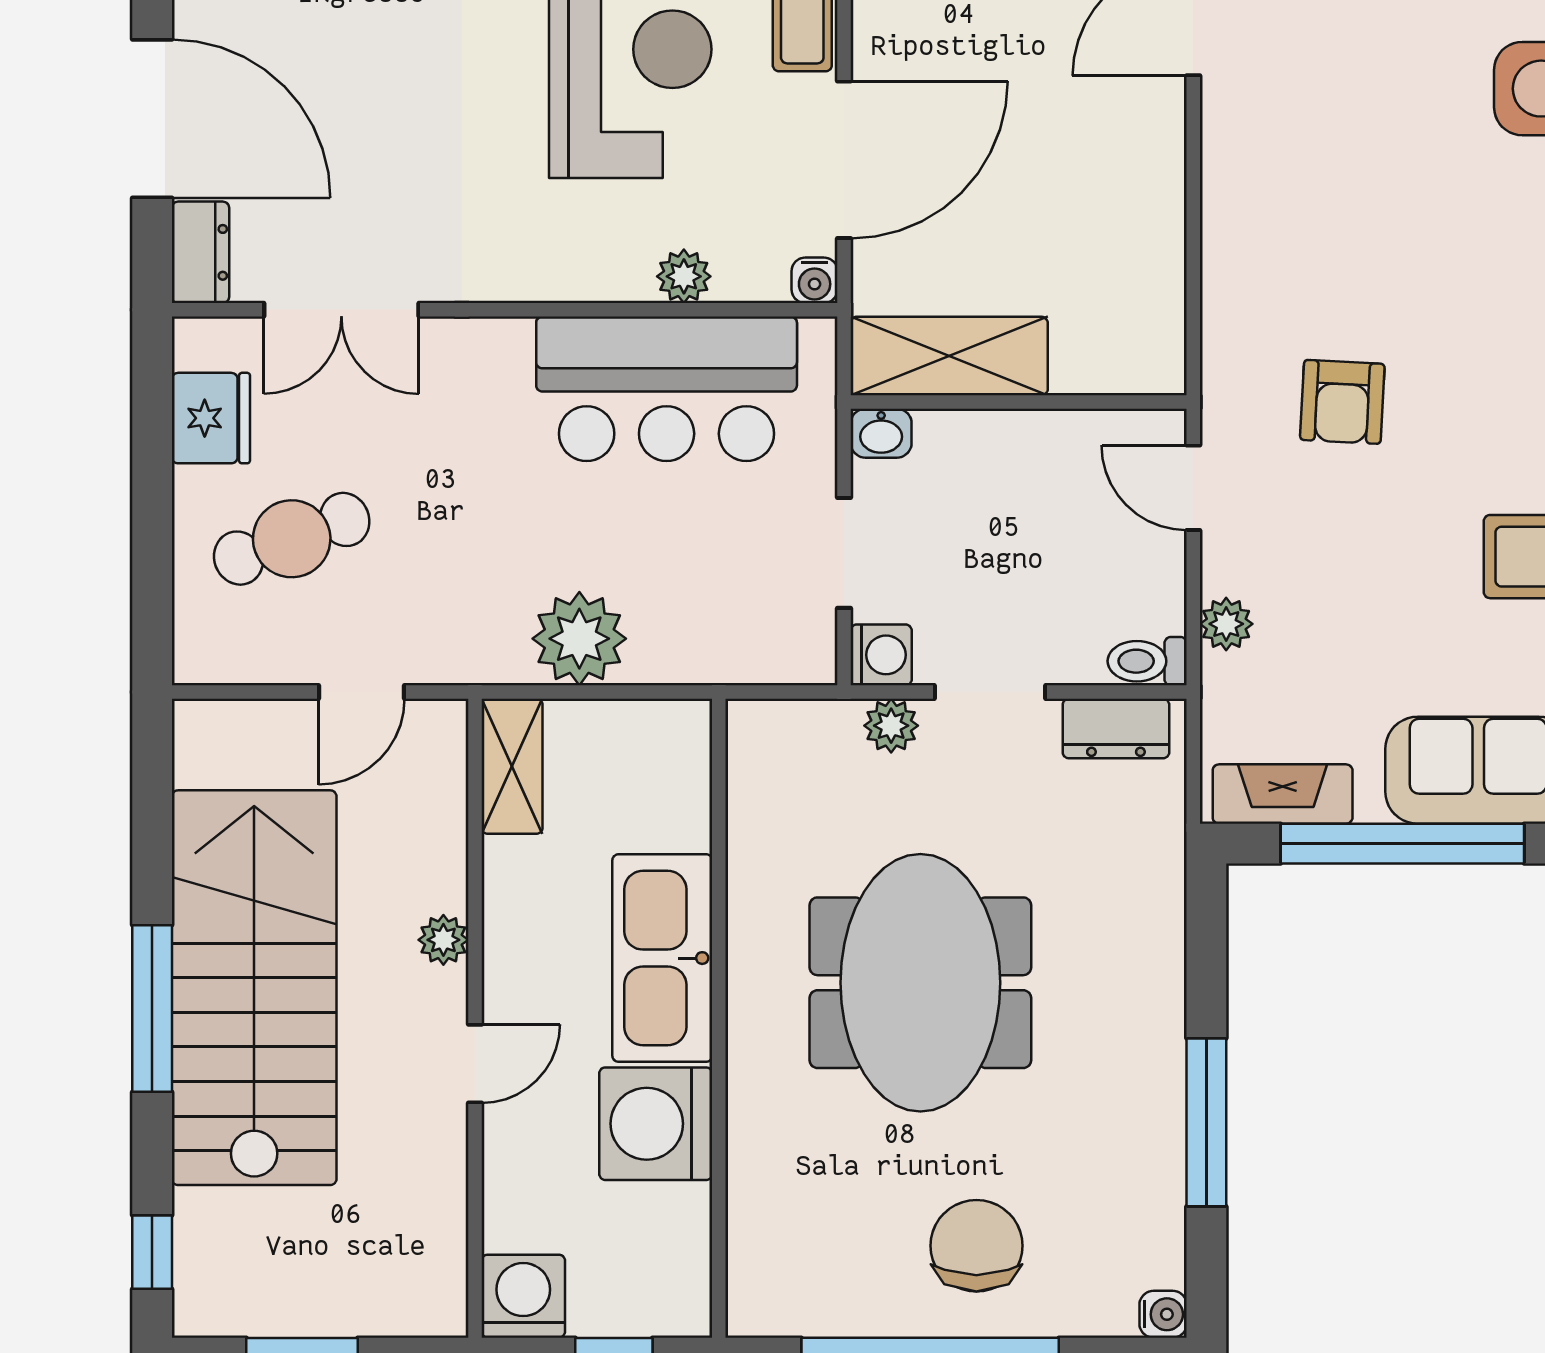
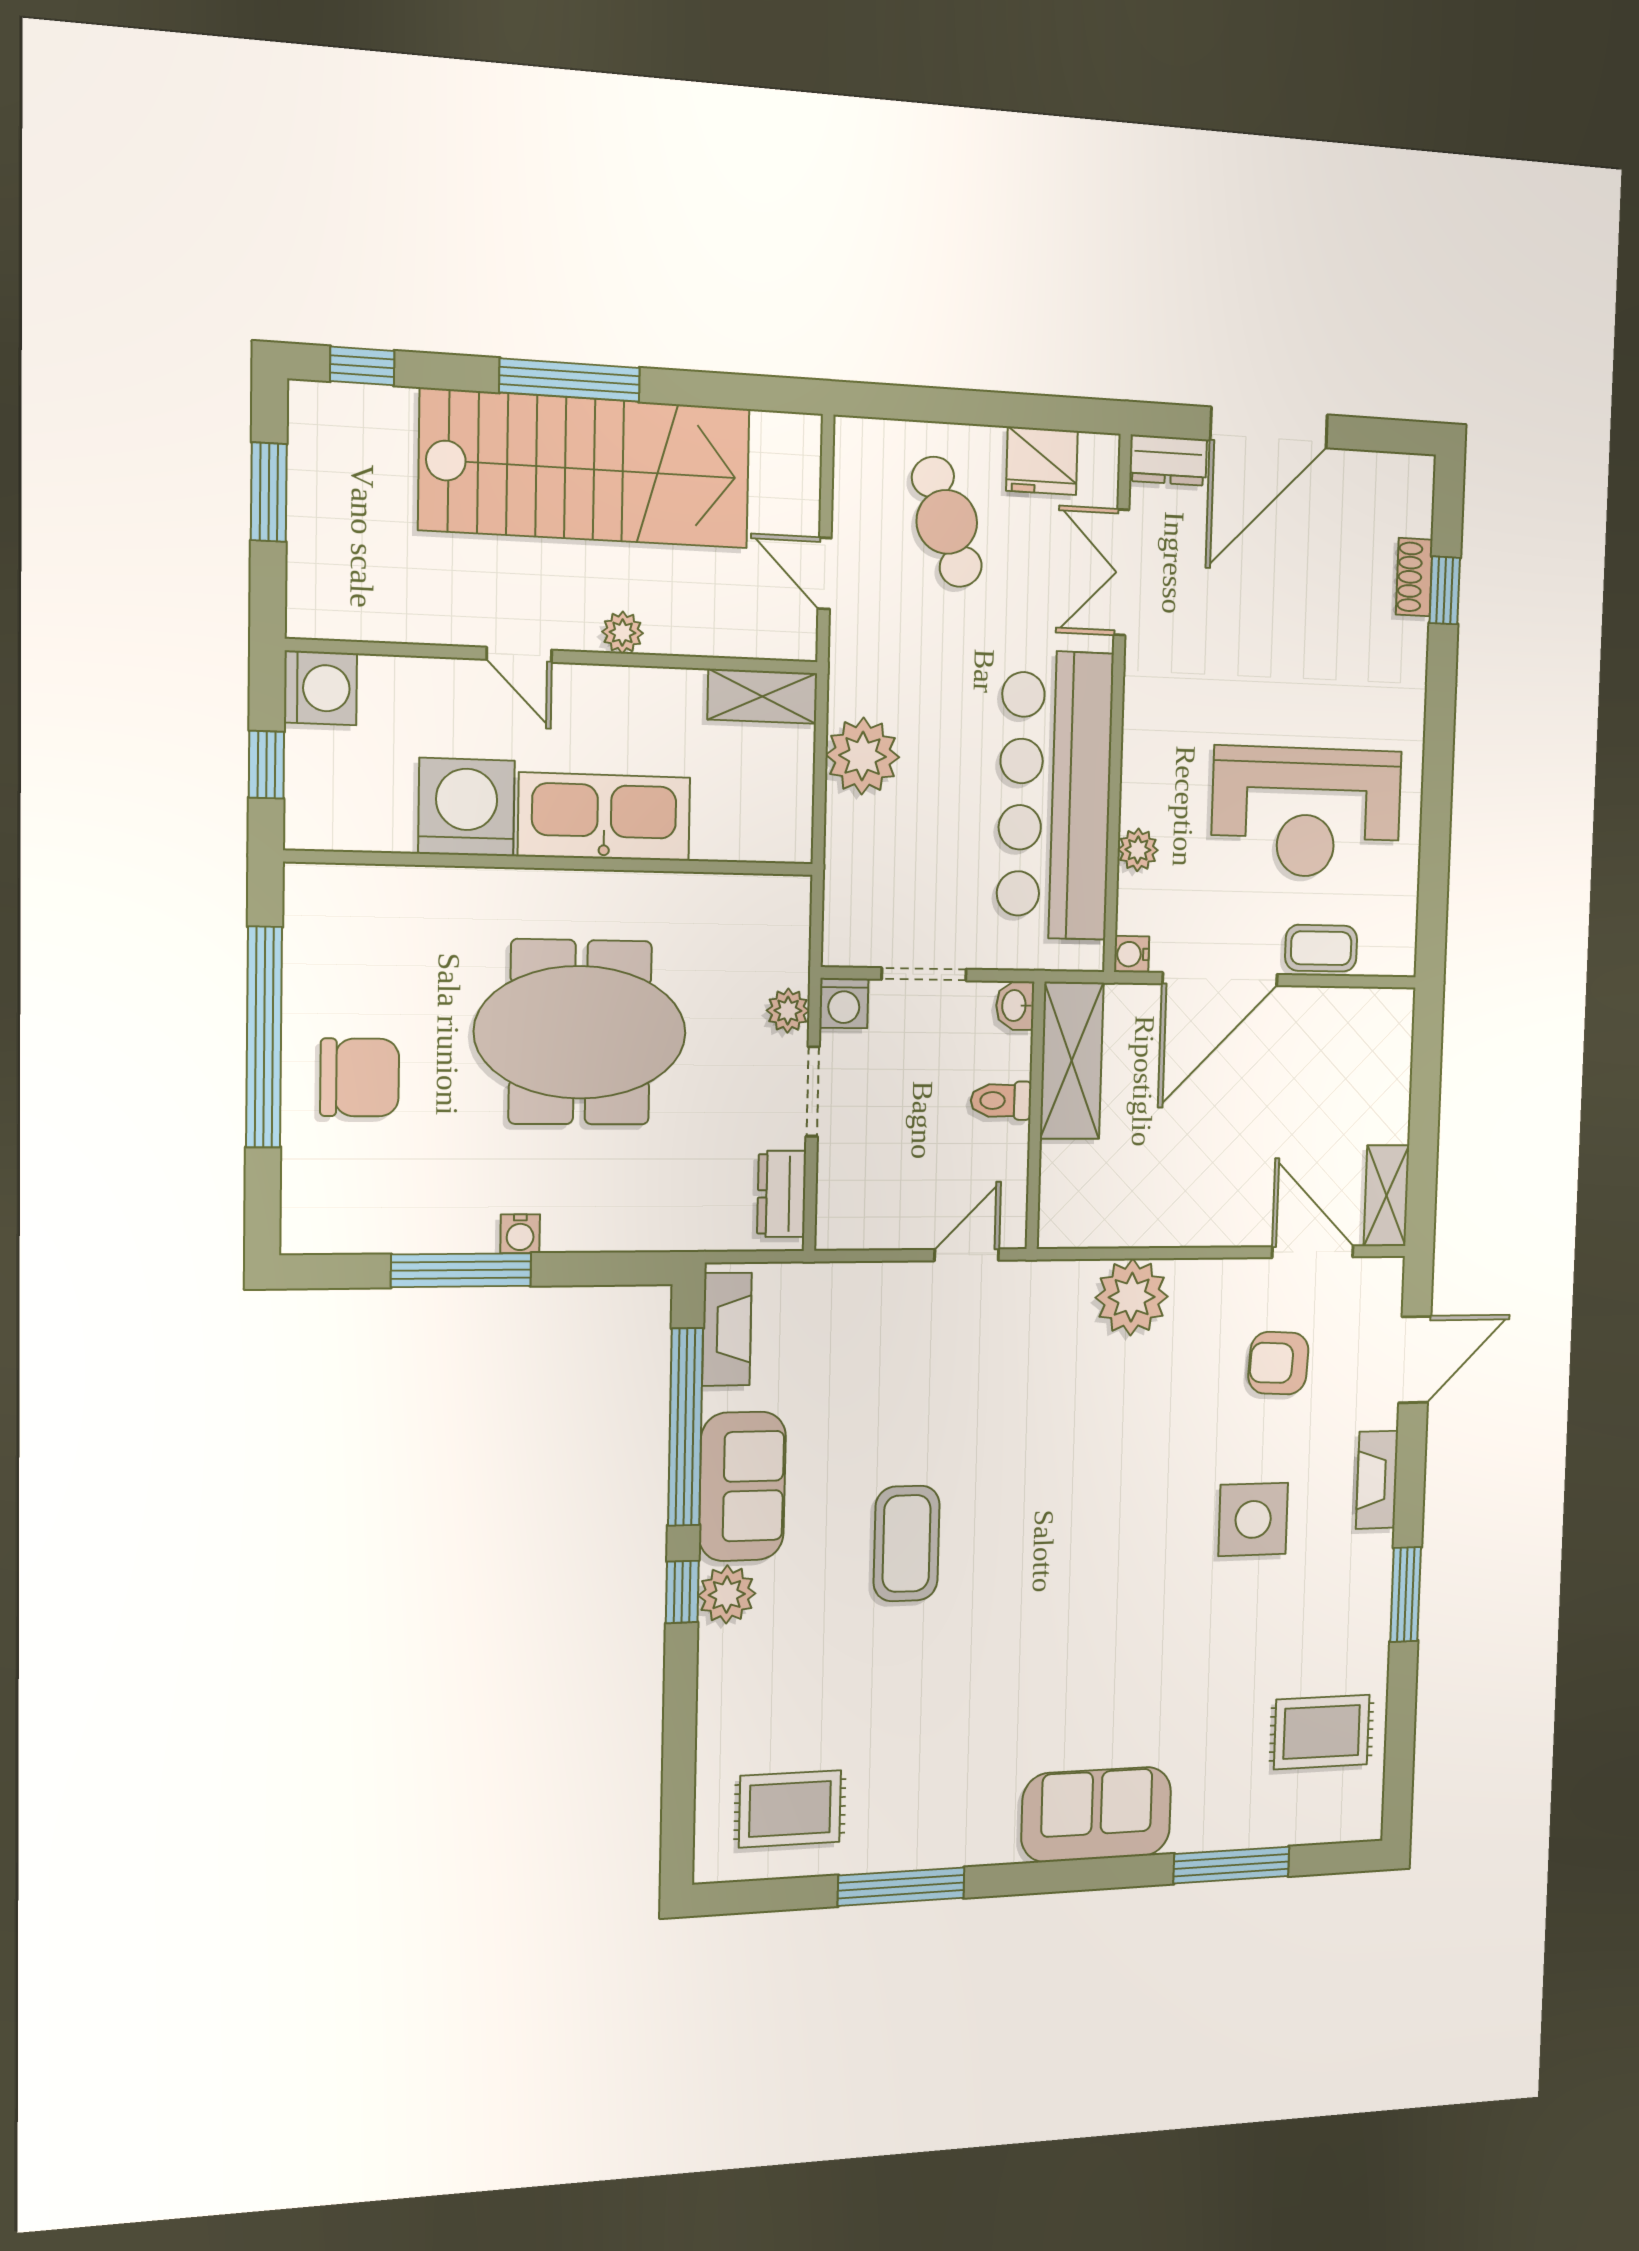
door: (844, 160) -> (1220, 979), hinge flipped
bar counter: (667, 389) -> (1055, 795), width x1.36
armchair: (1342, 402) -> (1278, 1363), moved
plant: (1226, 624) -> (1132, 1297), moved, width x1.87, depth x1.87
toilet: (1147, 661) -> (1001, 1101), moved, turned -90
water cooler: (1163, 1314) -> (520, 1234), moved

